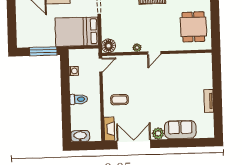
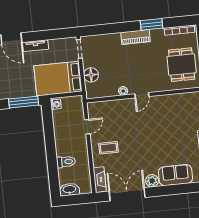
floor lamp: (109, 46) -> (91, 75), moved
door: (101, 65) -> (87, 127), moved
washing machine: (74, 71) -> (56, 104), moved
toilet: (79, 99) -> (66, 162), moved

